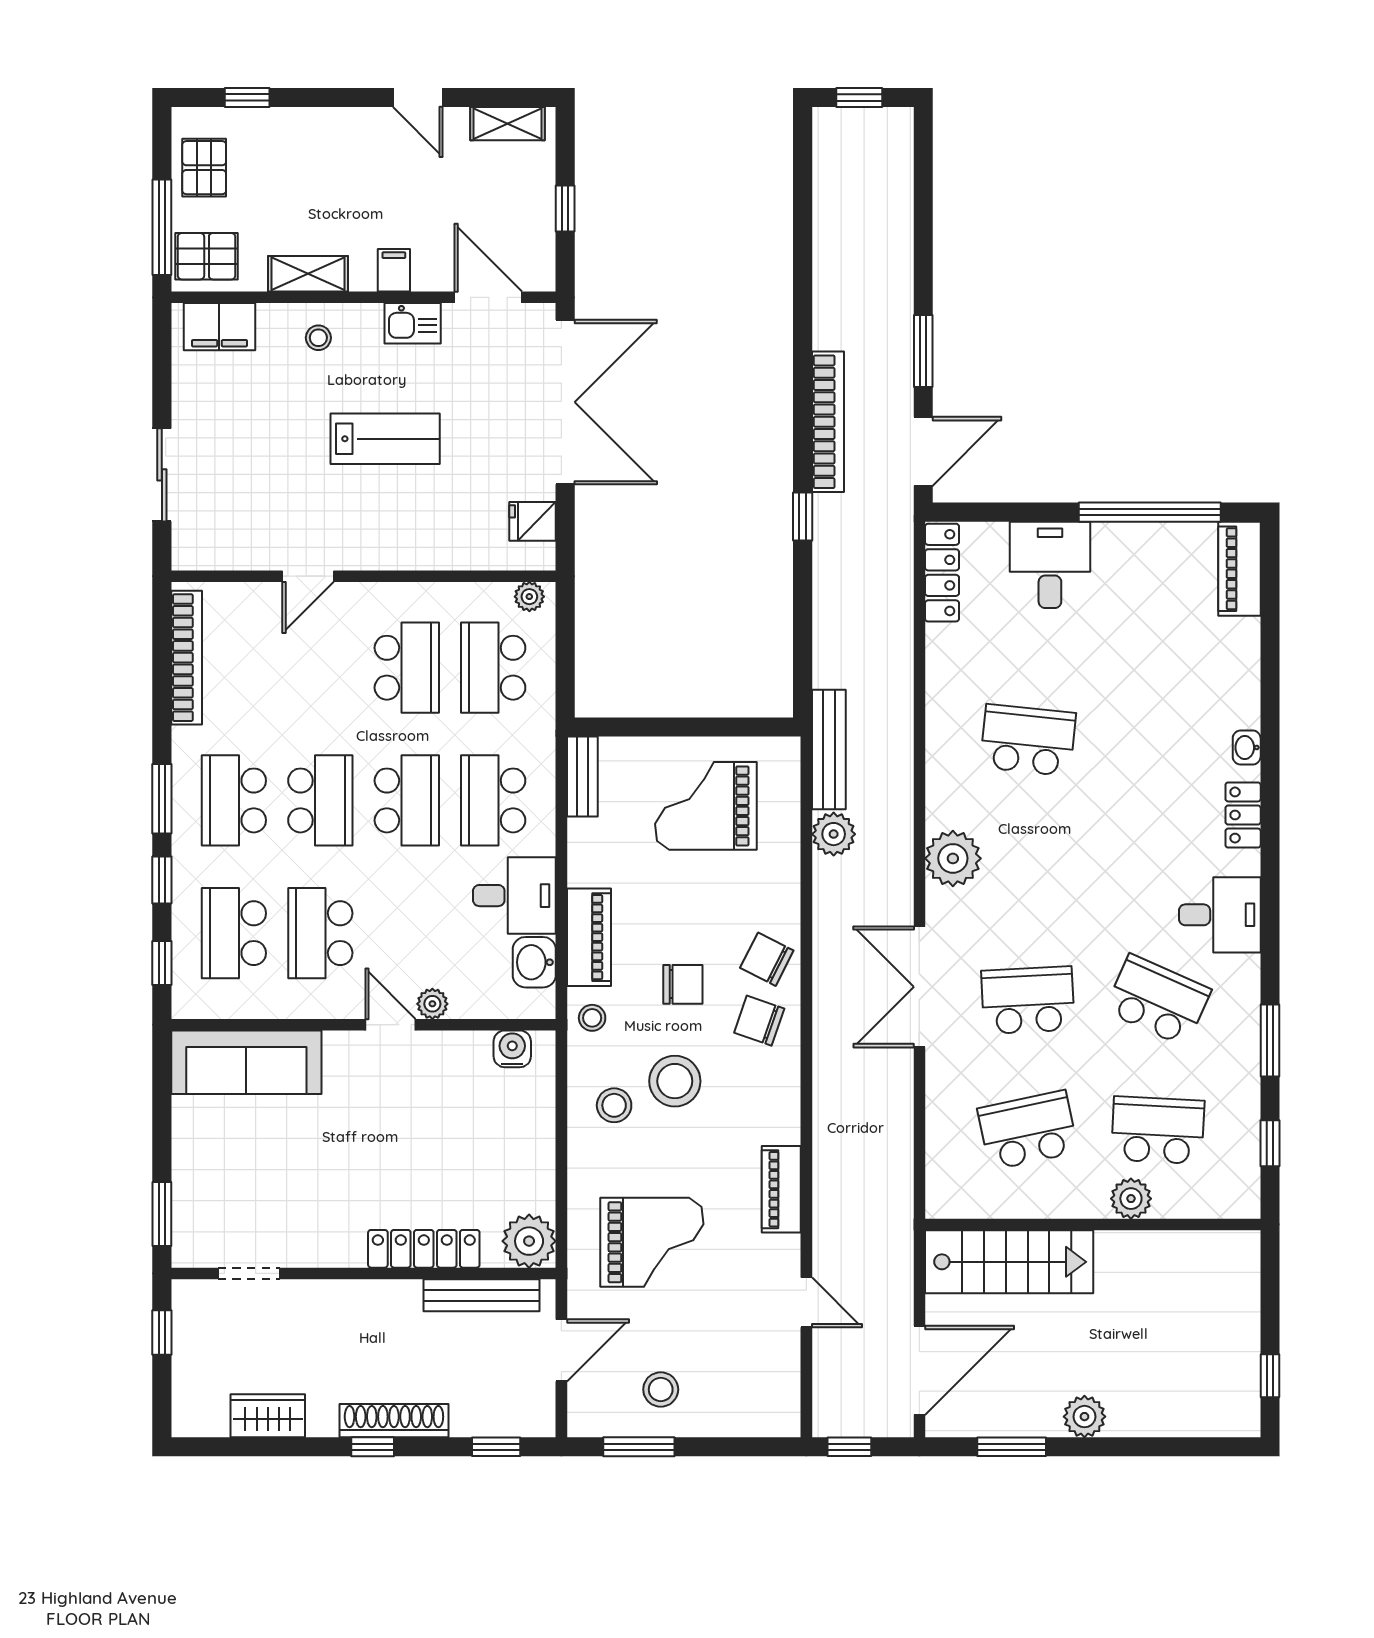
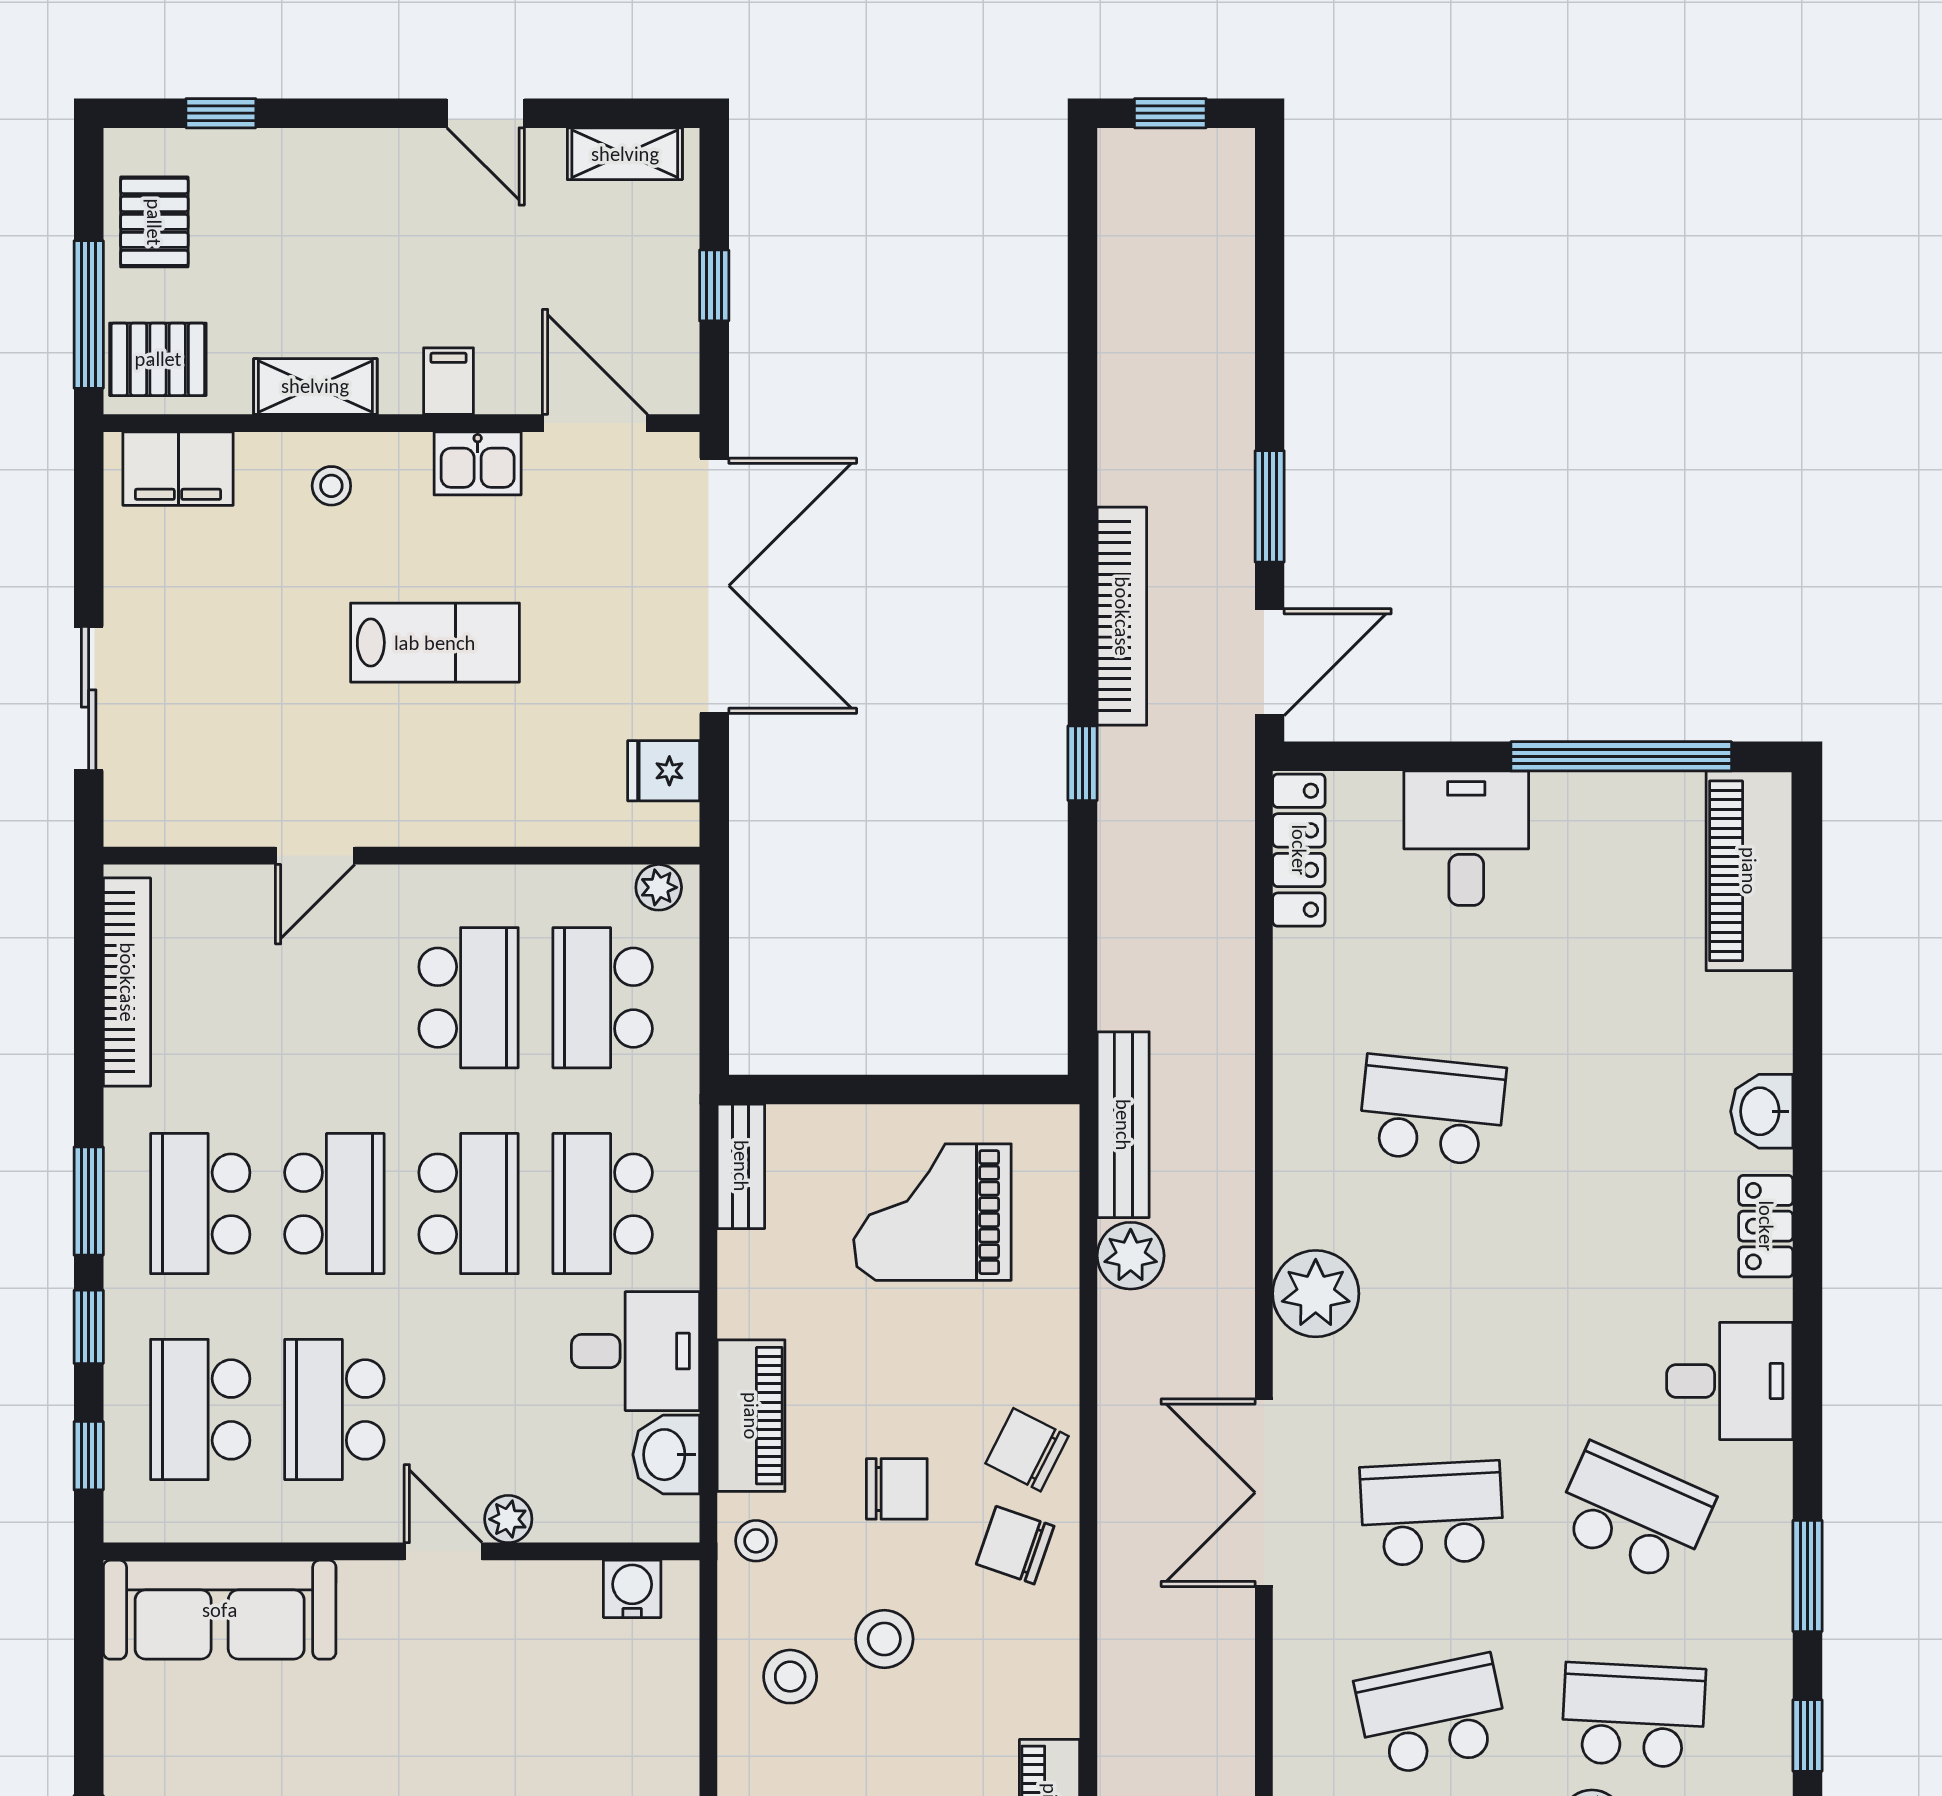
piano: (1239, 569) -> (1749, 871), width x1.37, depth x1.33
washbasin: (1247, 748) -> (1762, 1111), width x1.38, depth x1.45
stool: (675, 1081) -> (884, 1639), width x0.73, depth x0.73

